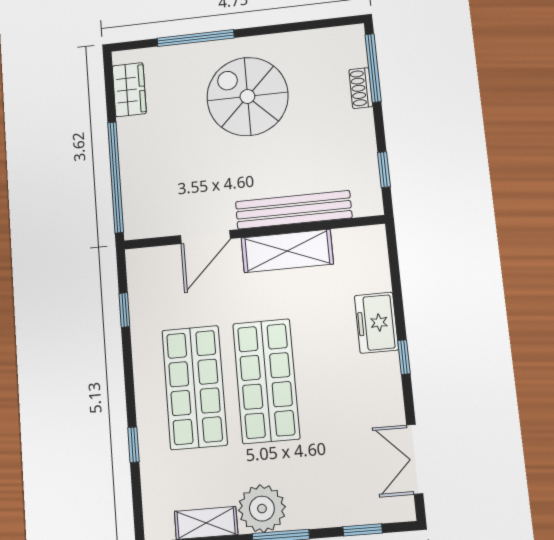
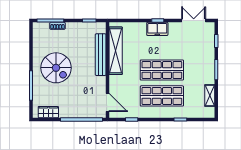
spiral stairs: (247, 97) -> (56, 68), turned -90
door: (205, 237) -> (107, 103), moved
shelving: (287, 251) -> (116, 51), width x1.47
freezer: (376, 323) -> (157, 29), moved
double door: (415, 459) -> (194, 20), swing flipped
plant: (262, 509) -> (206, 75), removed

